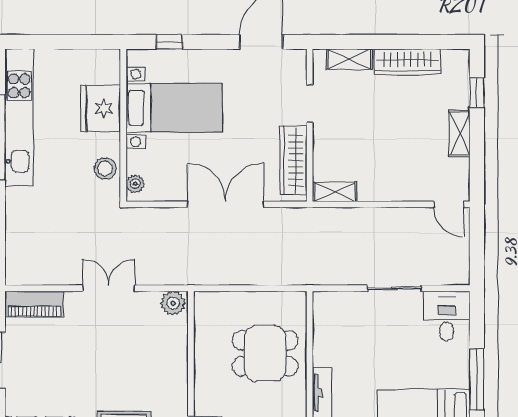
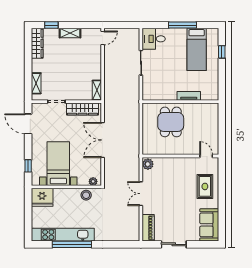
wardrobe: (408, 62) -> (37, 43), moved
fridge: (101, 108) -> (42, 197), moved

